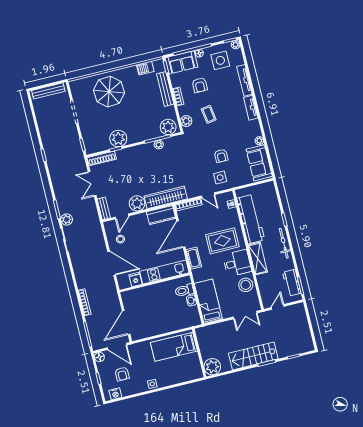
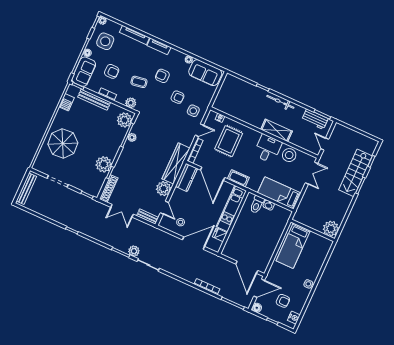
armchair: (229, 130) -> (162, 76), added
workbench: (251, 219) -> (243, 112), removed
rug: (222, 241) -> (229, 141), moved
stairs: (253, 356) -> (356, 173), moved

